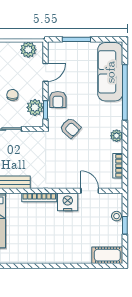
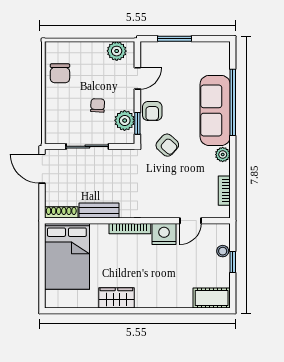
sofa: (110, 72) -> (215, 110), moved
door: (90, 191) -> (191, 221), swing flipped
wardrobe: (28, 255) -> (116, 298), added

